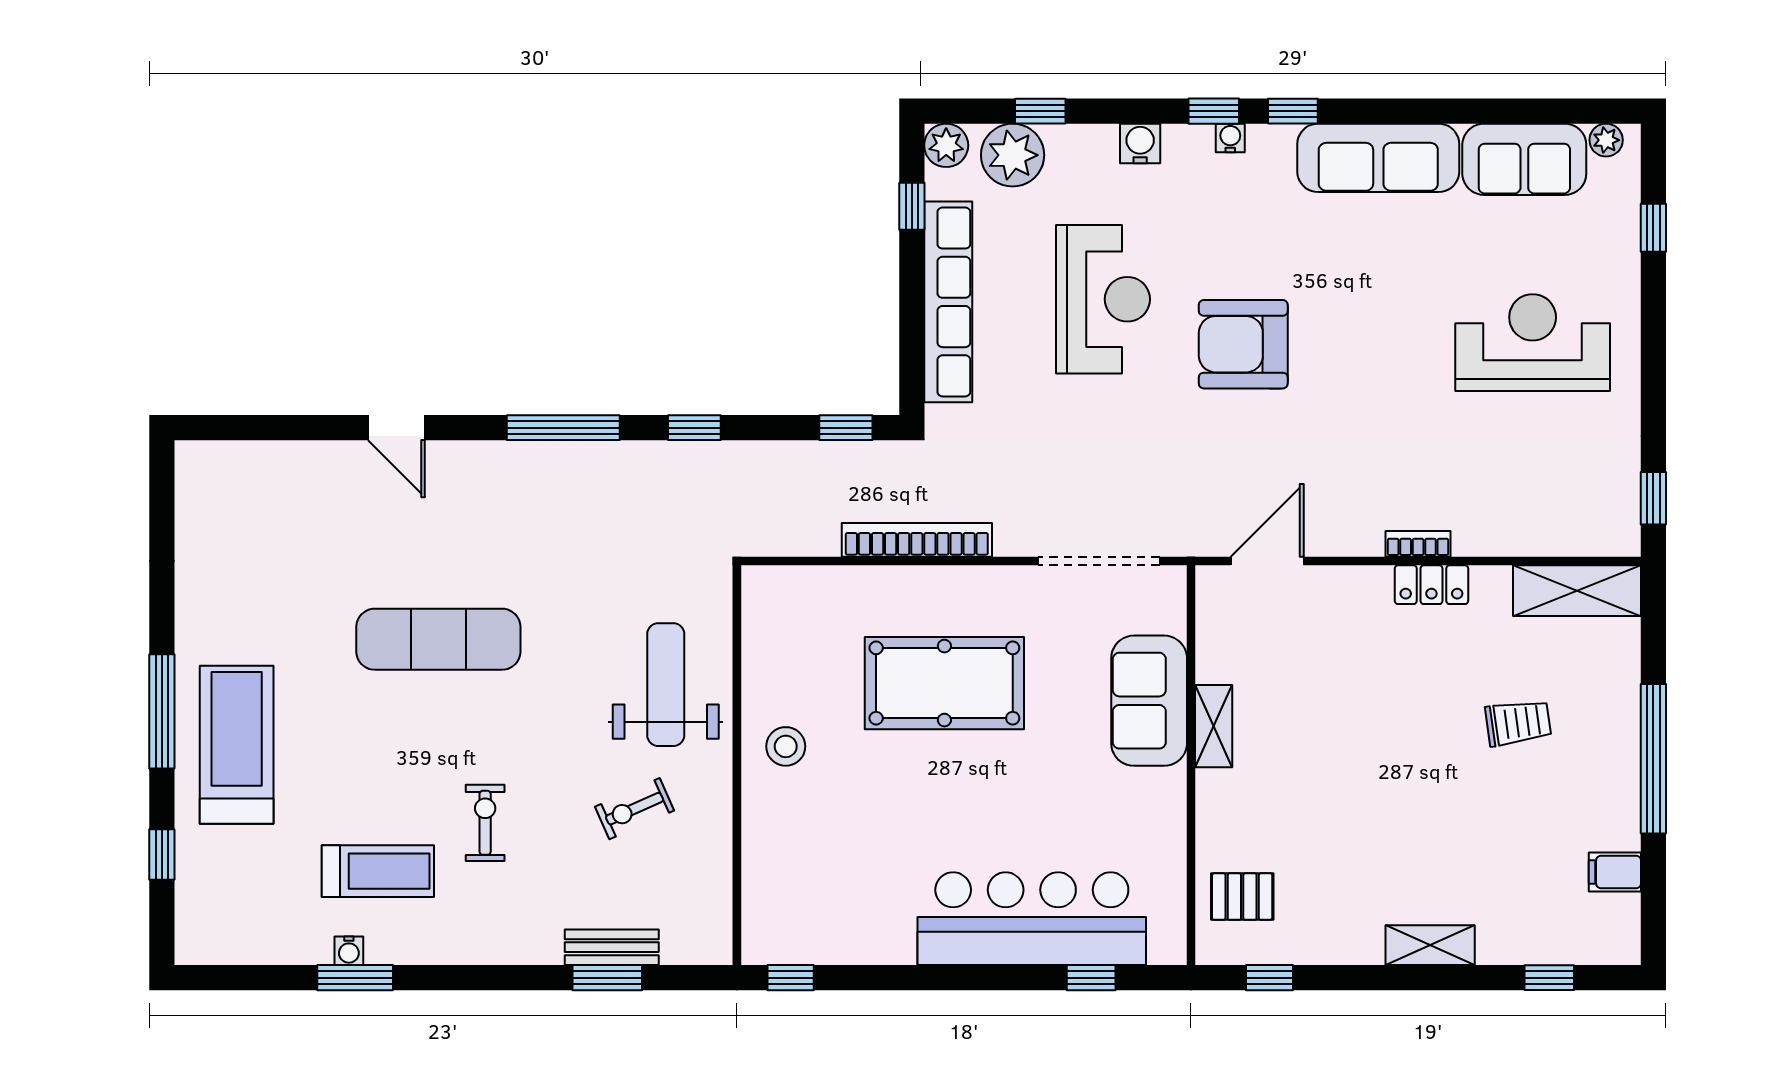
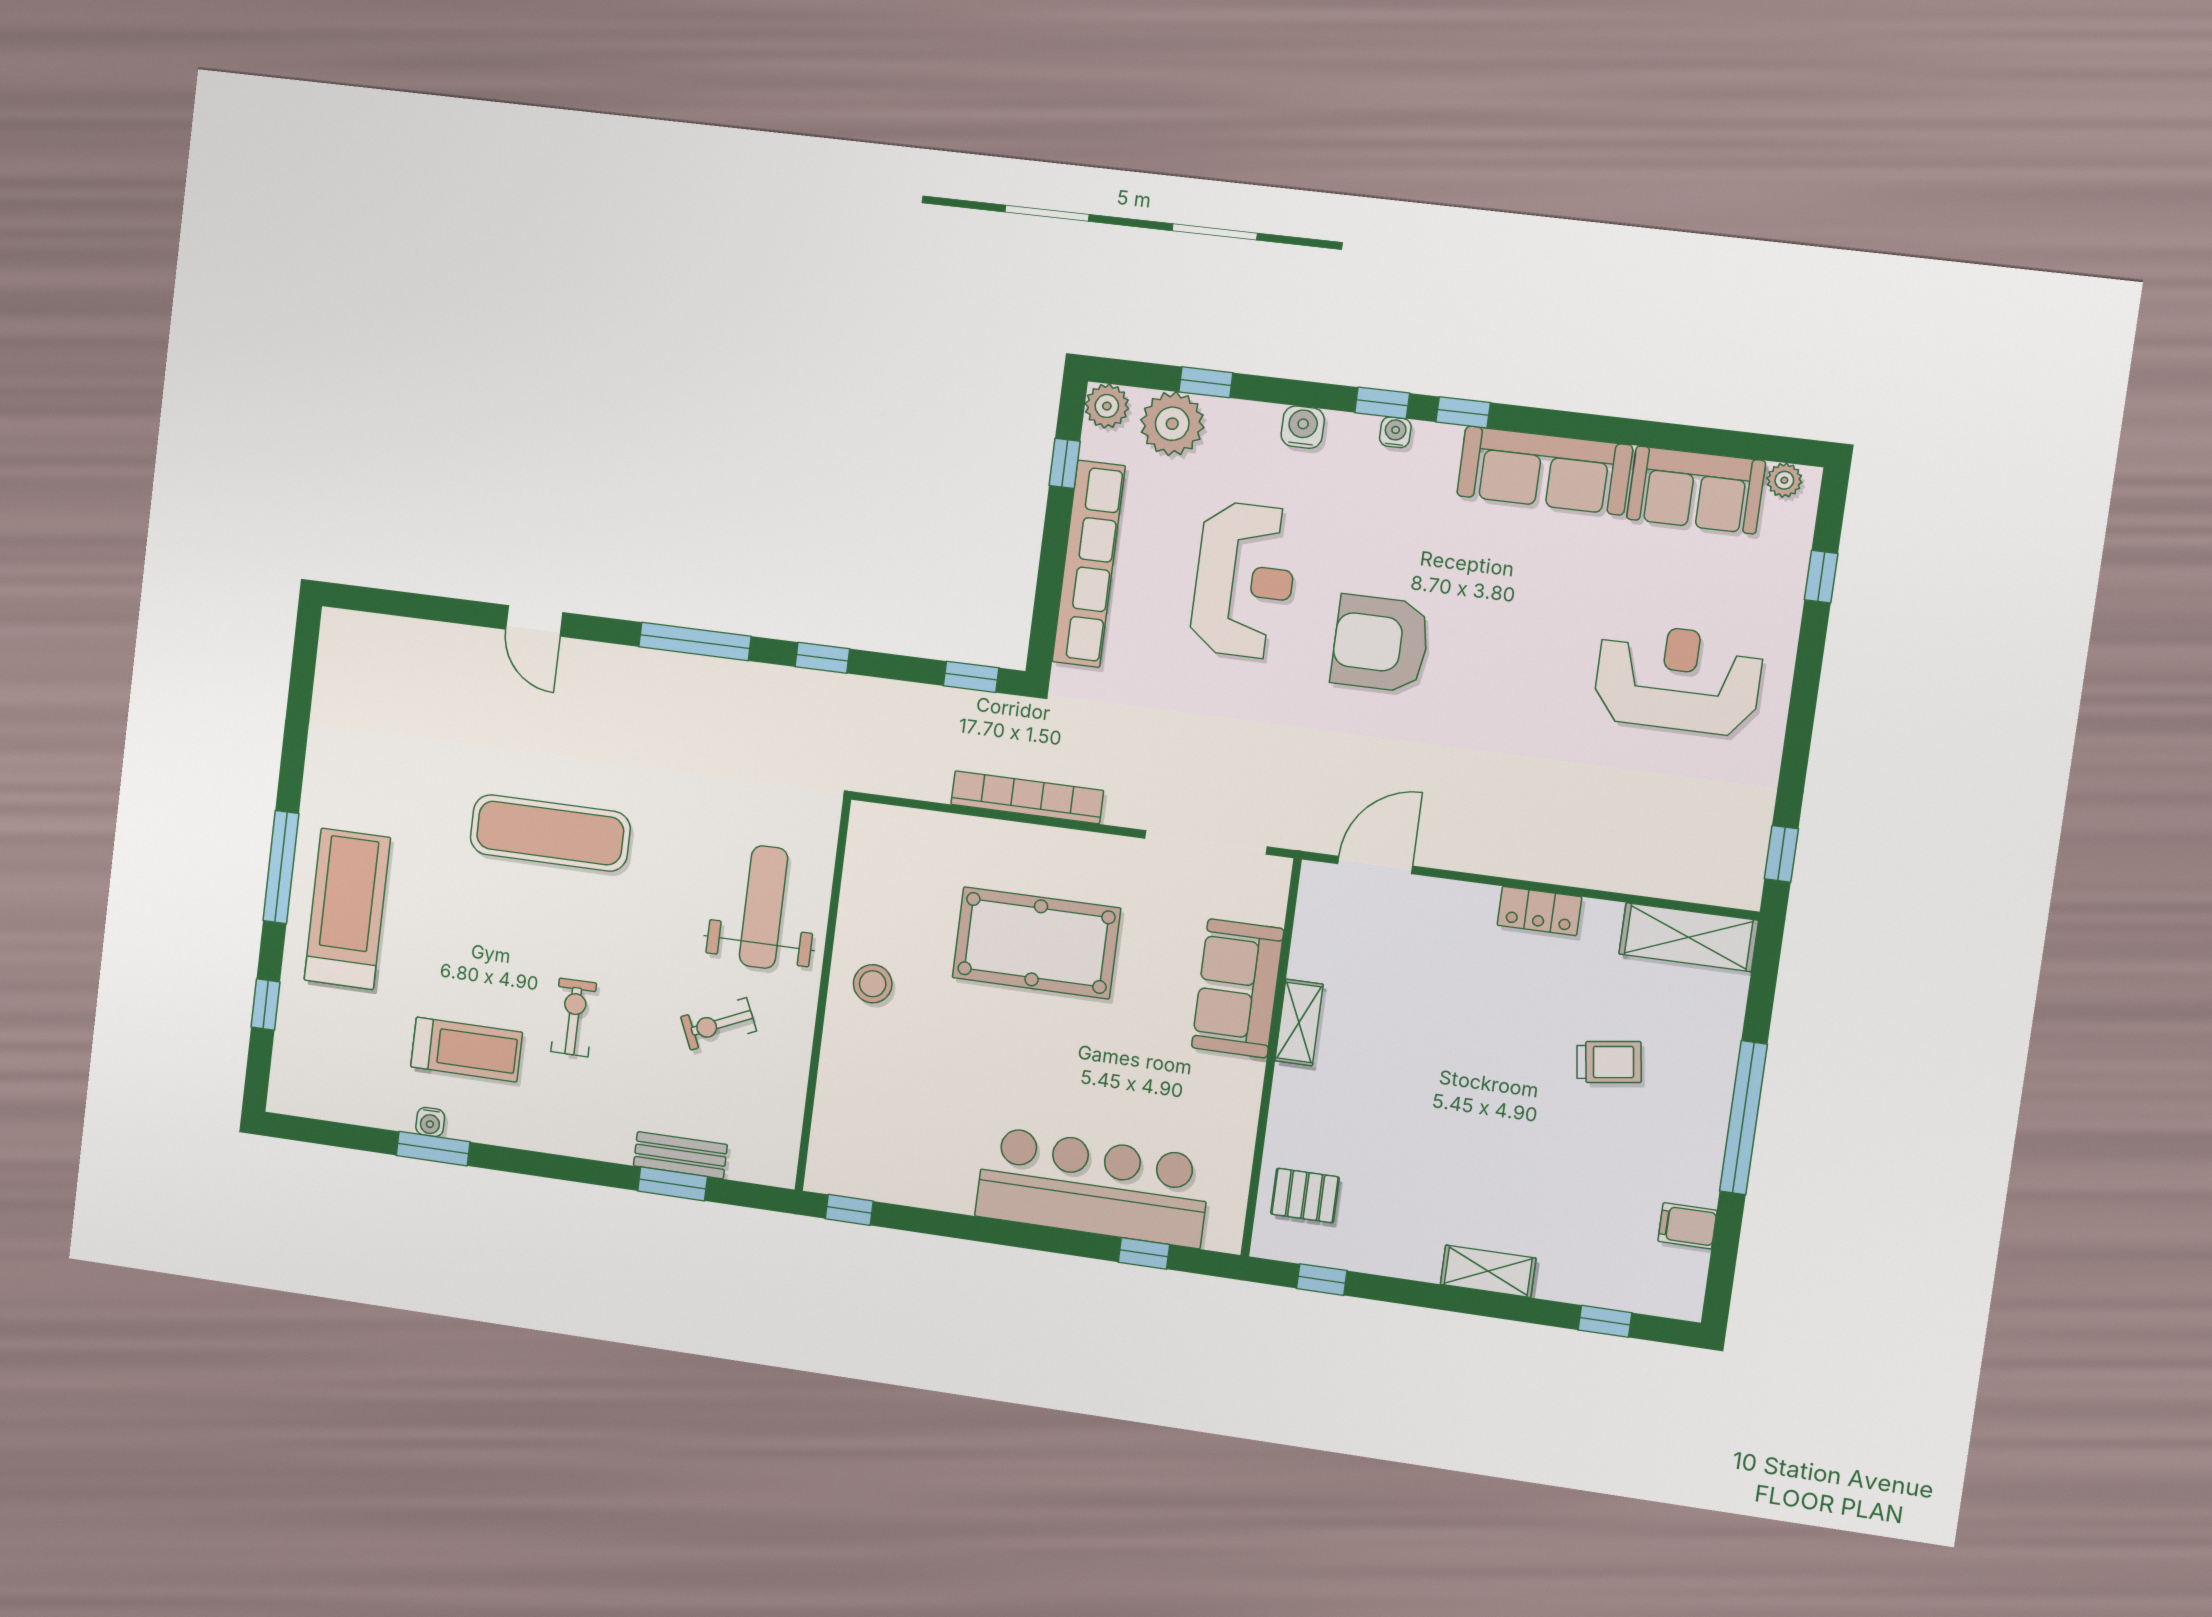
bookcase: (1418, 544) -> (1531, 868), removed

